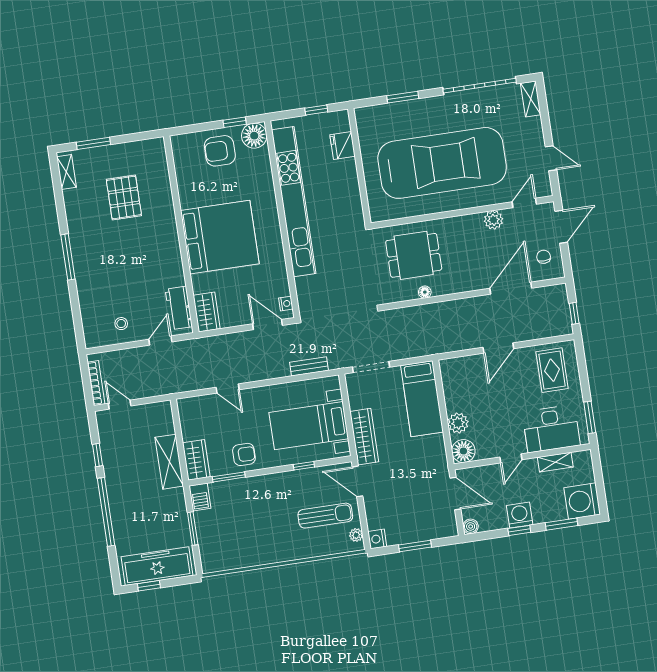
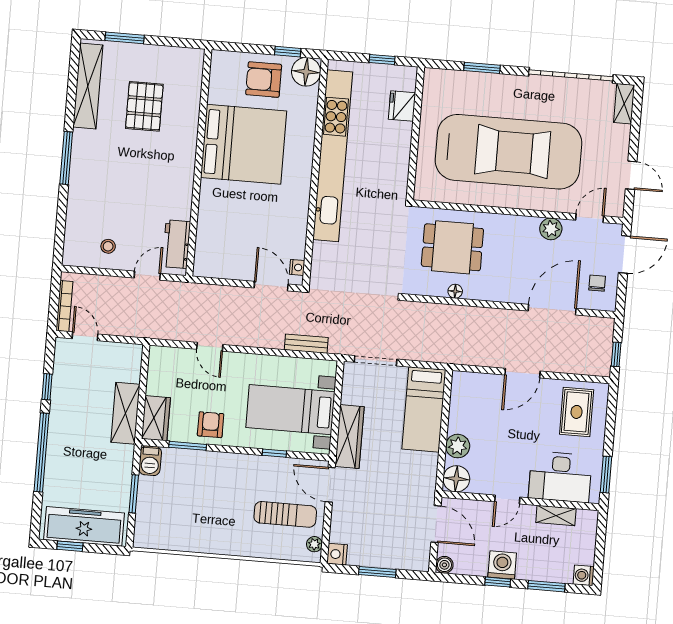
shelving: (66, 172) -> (88, 86), width x2.20, depth x1.33
bed: (220, 237) -> (244, 144), moved
wardrobe: (207, 312) -> (206, 256), removed
armchair: (244, 454) -> (211, 425), turned -90
washing machine: (582, 501) -> (584, 575), width x0.53, depth x0.53

